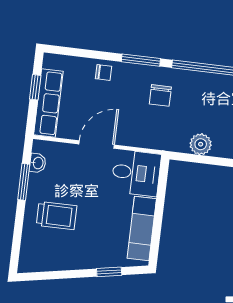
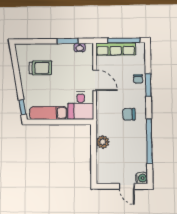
window: (141, 60) -> (148, 85), moved
window: (35, 87) -> (124, 40), width x2.17
trolley: (57, 216) -> (40, 68), moved, turned -90
window: (109, 272) -> (22, 107), moved

